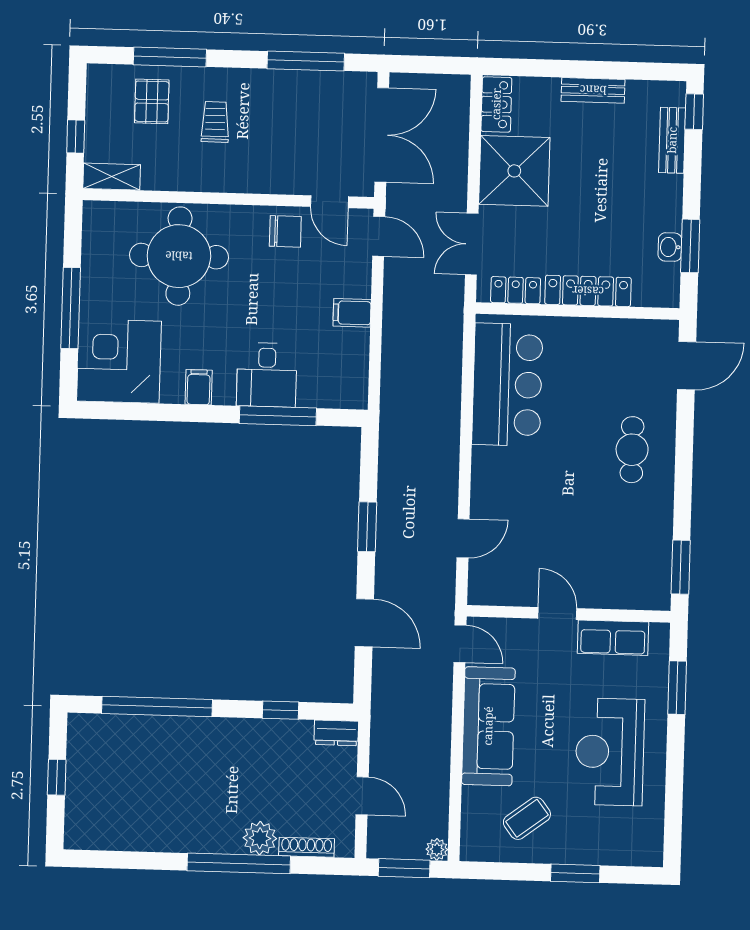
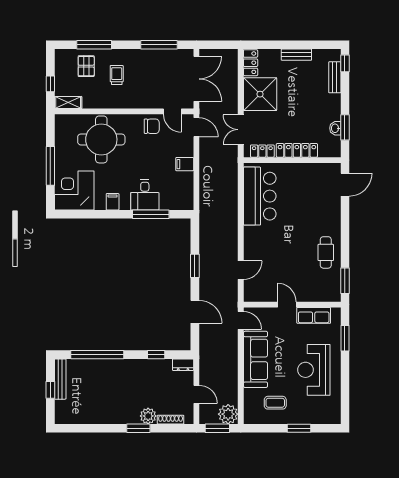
cafe table: (632, 450) -> (326, 252), moved
bench: (78, 755) -> (60, 379), added
coffee table: (527, 818) -> (275, 403), turned 37
plant: (437, 849) -> (228, 414), width x1.88, depth x1.88
window: (239, 863) -> (138, 428), width x0.47

